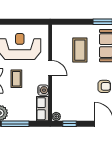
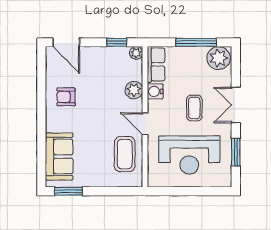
coffee table: (80, 50) -> (125, 154), moved
plant: (58, 91) -> (134, 90), added

